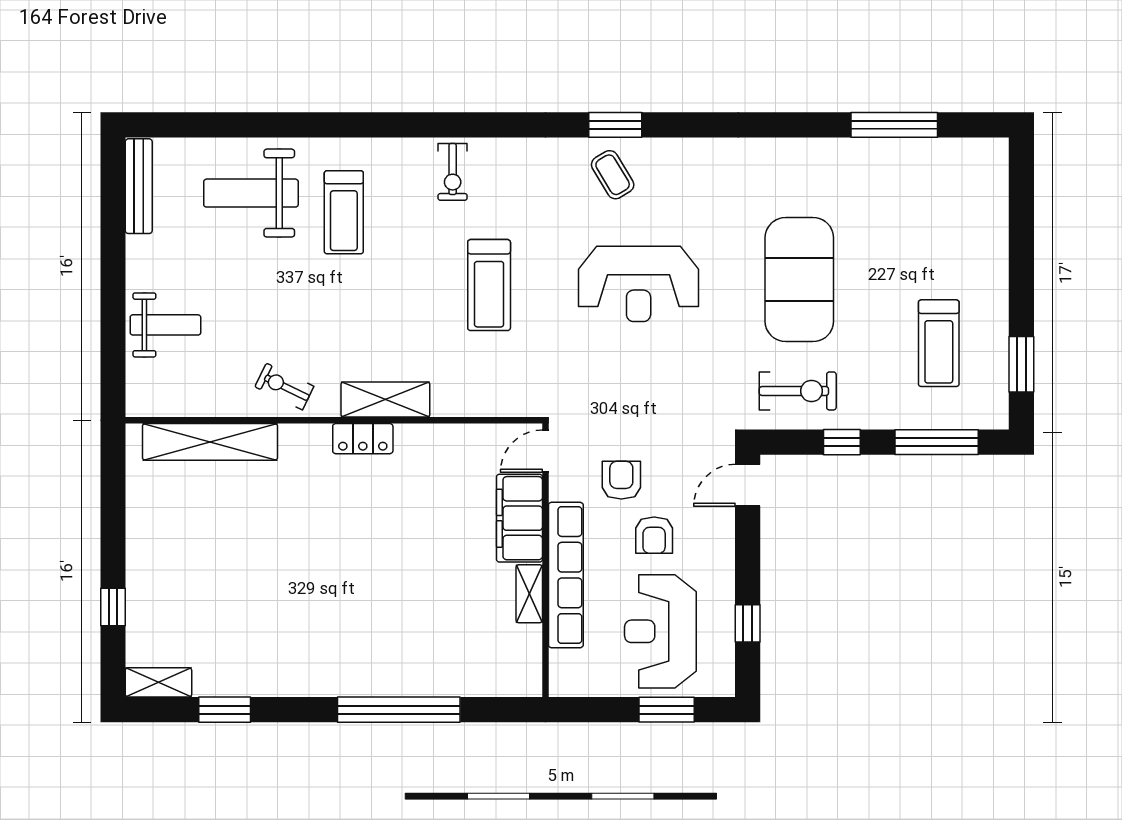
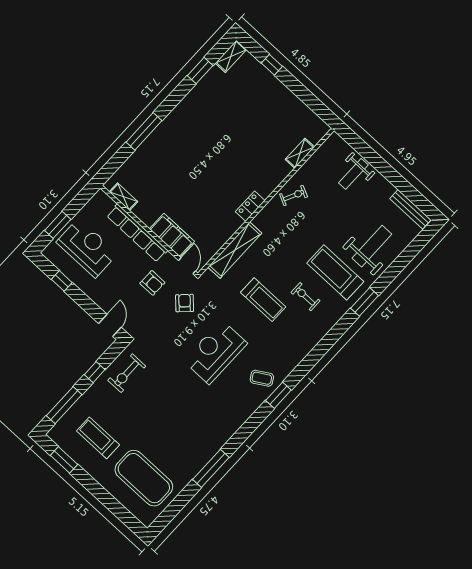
window: (348, 125) -> (365, 302), added
window: (894, 125) -> (211, 468), moved
exercise bike: (453, 172) -> (305, 297), moved
treadmill: (344, 212) -> (335, 272), width x1.37, depth x1.38
exercise mat: (799, 280) -> (144, 478), moved
treadmill: (489, 285) -> (263, 300), turned 180
shelving: (385, 400) -> (235, 250), moved, width x1.47
shelving: (210, 442) -> (300, 153), width x0.45, depth x0.75
armchair: (654, 535) -> (185, 303), moved, turned 46
shelving: (529, 594) -> (124, 197), moved
window: (399, 710) -> (144, 131), width x0.68

